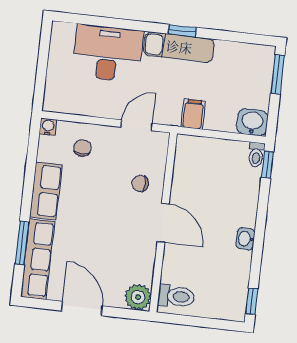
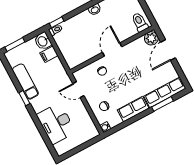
exam couch: (179, 47) -> (25, 82), moved
filing cabinet: (193, 114) -> (49, 54), moved
door: (82, 308) -> (168, 50), moved

